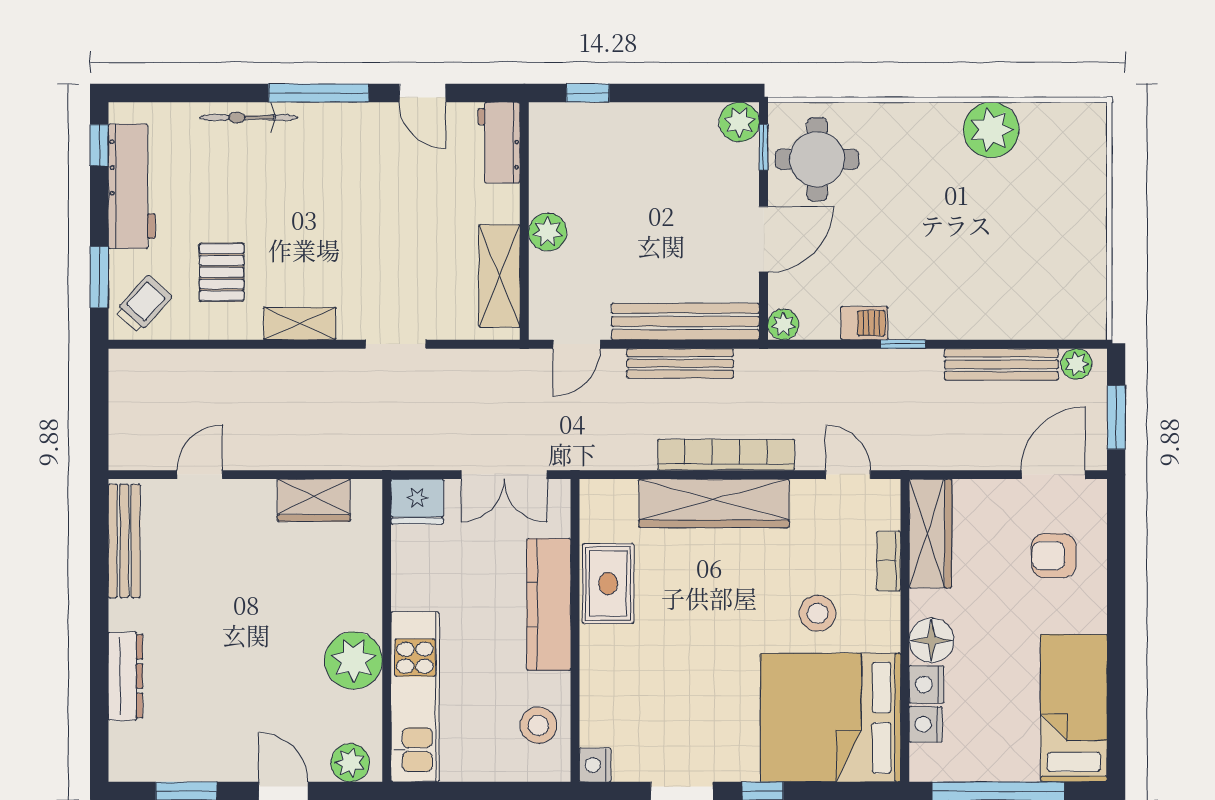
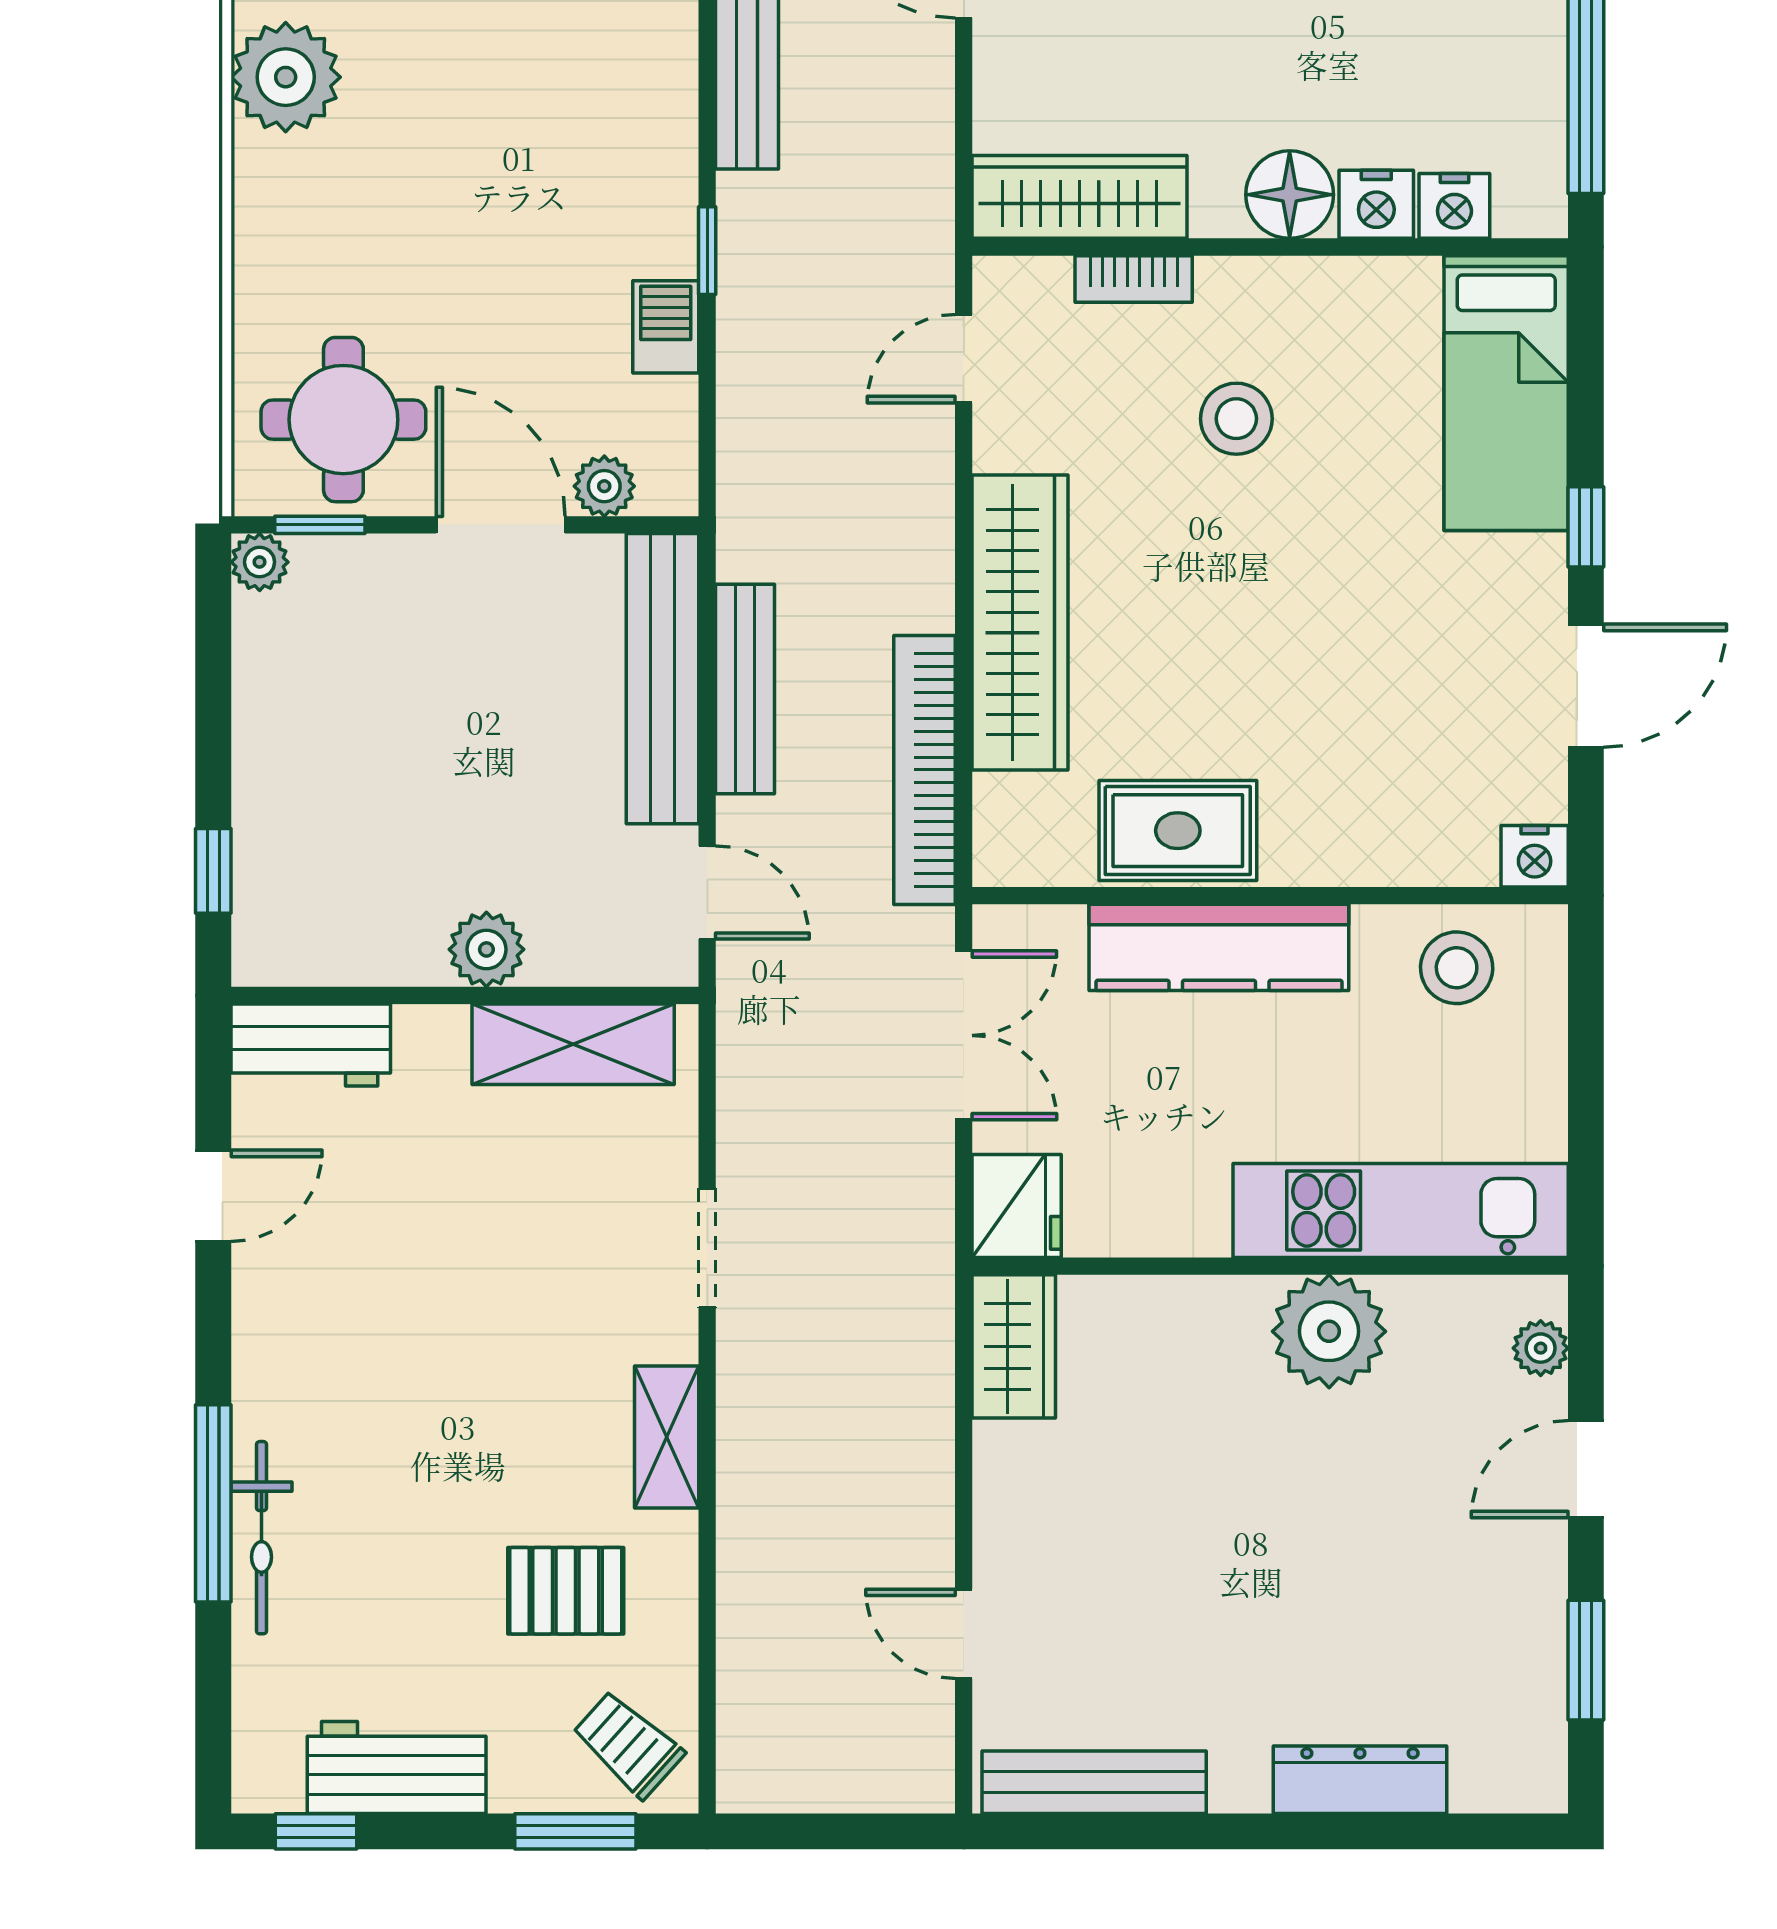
window: (319, 93) -> (213, 1503), moved
plant: (739, 122) -> (260, 562), width x0.73, depth x0.73
workbench: (132, 186) -> (397, 1767), width x0.73
plant: (783, 324) -> (604, 486), moved
bookcase: (726, 455) -> (925, 770), moved
wardrobe: (314, 500) -> (1014, 1346), moved
bed: (831, 718) -> (1506, 393), width x0.49
plant: (350, 763) -> (1541, 1348), width x0.73, depth x0.73

